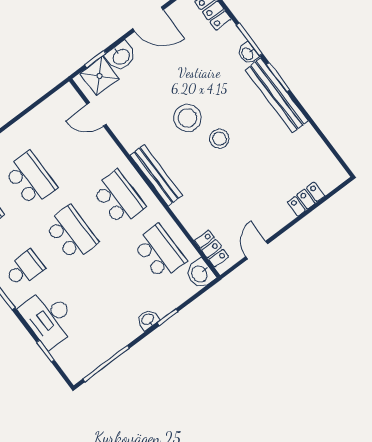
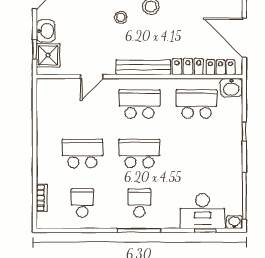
door: (97, 114) -> (92, 77), moved
stool: (188, 118) -> (121, 17), width x0.53, depth x0.53
locker: (189, 217) -> (188, 67), added
door: (257, 250) -> (244, 38), width x1.87
desk: (49, 318) -> (202, 211), moved
washbasin: (148, 320) -> (234, 222), moved, turned 90

